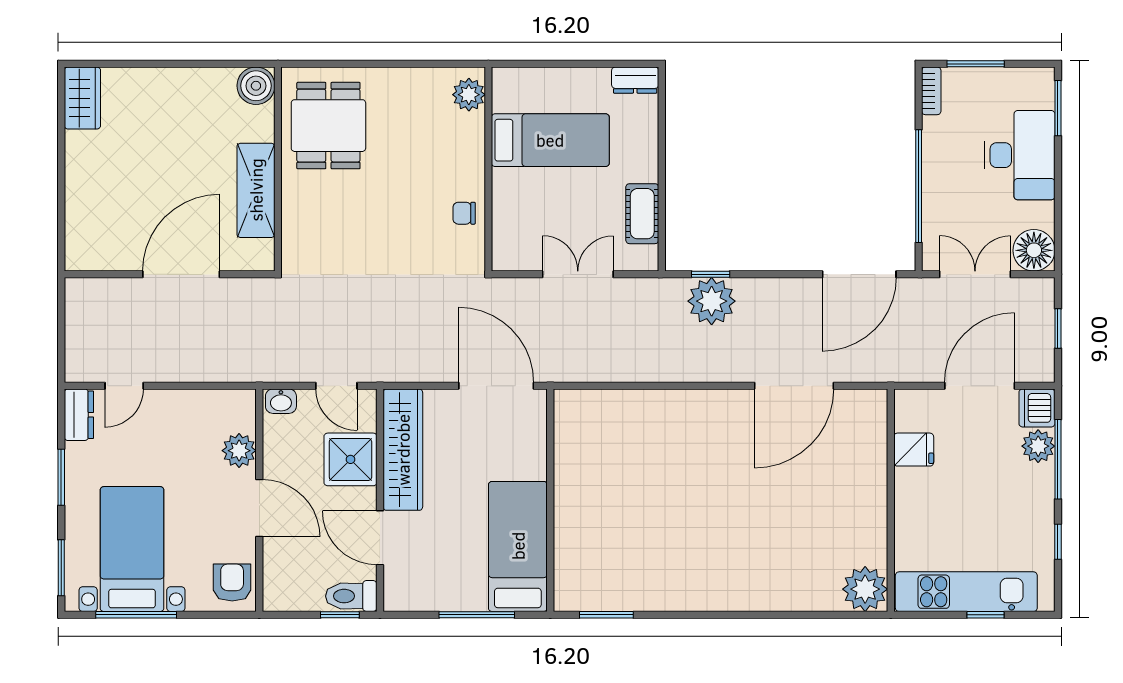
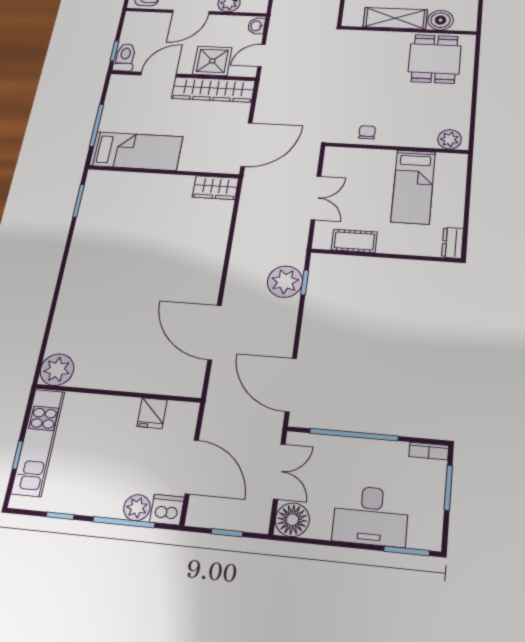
boiler: (256, 86) -> (441, 20), moved
dining table: (328, 126) -> (435, 59), turned 90
wardrobe: (571, 420) -> (215, 188), added

